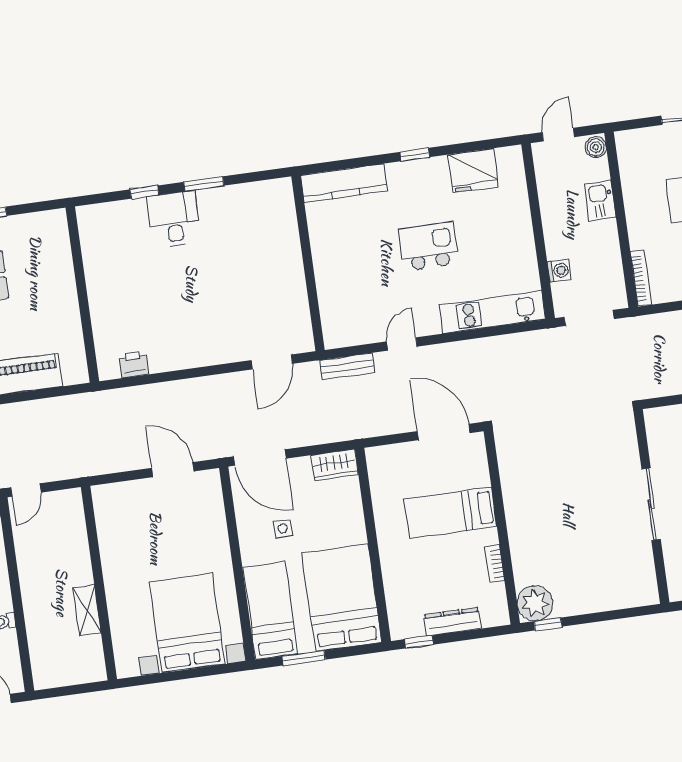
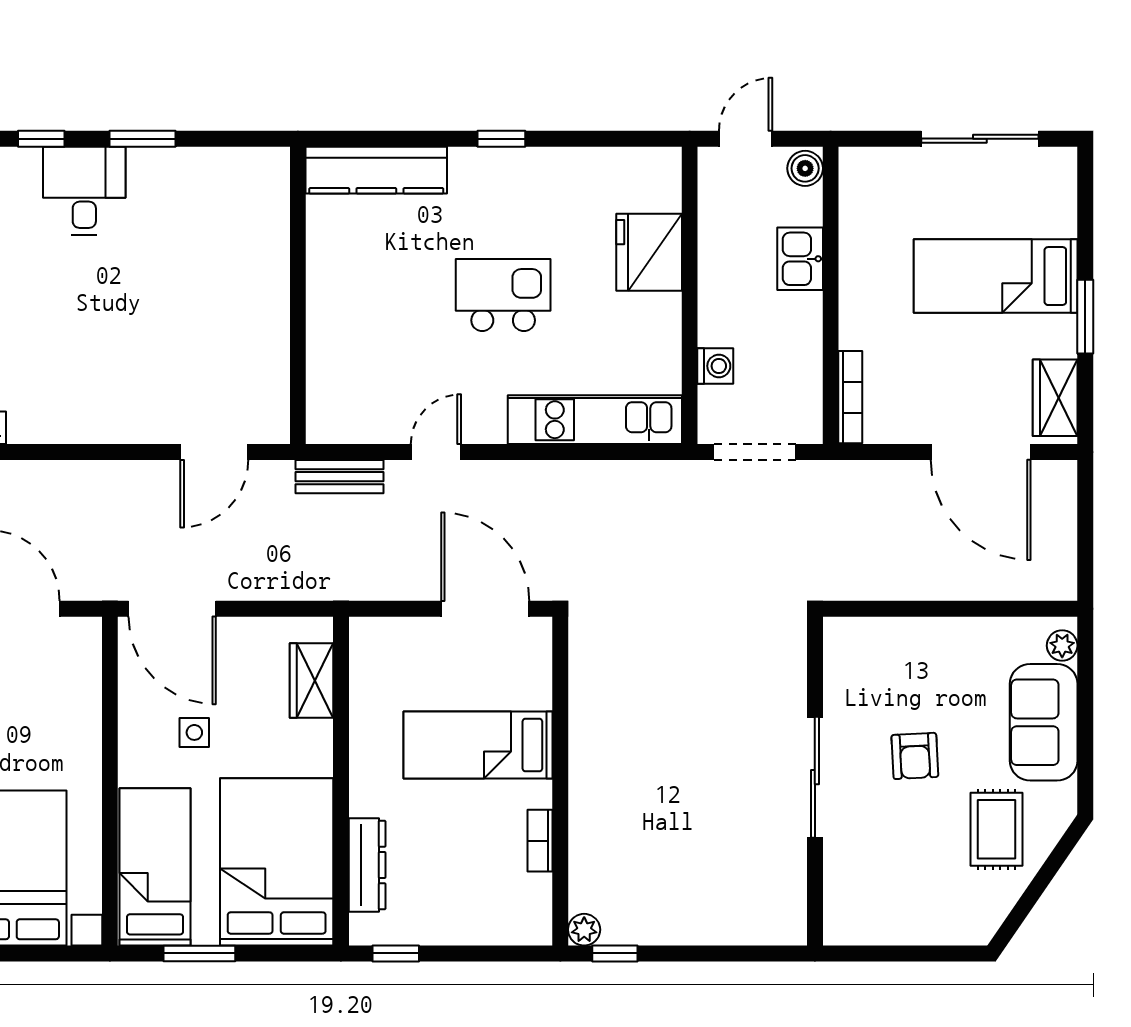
fridge: (473, 171) -> (649, 252), moved, turned 90
wardrobe: (334, 465) -> (311, 680), moved, turned 90
plant: (535, 603) -> (584, 930), width x0.53, depth x0.53
dresser: (452, 622) -> (367, 865), moved, turned 90

